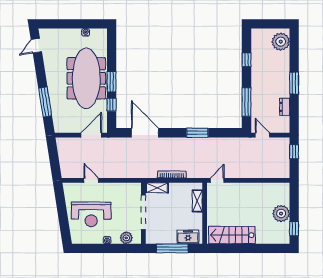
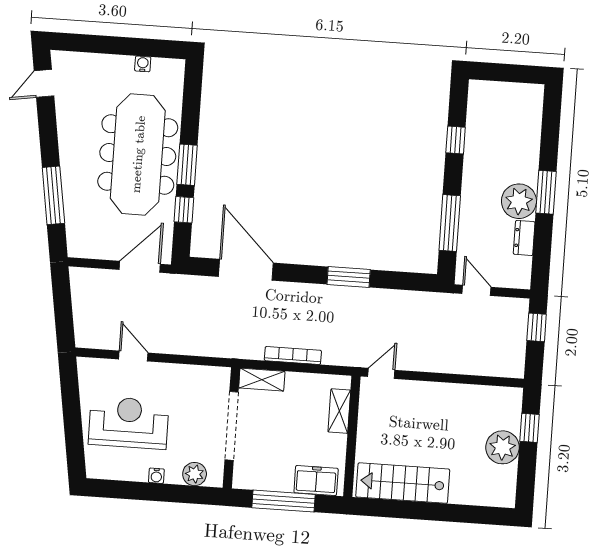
plant: (281, 42) -> (519, 201), moved
reception desk: (91, 214) -> (129, 423), turned 180
window: (294, 229) -> (530, 428), moved

